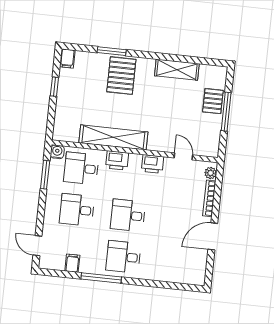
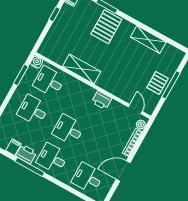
pallet: (213, 101) -> (157, 83), moved
shelving: (113, 137) -> (82, 69), width x0.68
door: (183, 156) -> (135, 109), moved
printer: (117, 160) -> (26, 154), moved, turned 180
desk: (174, 262) -> (88, 178), added

